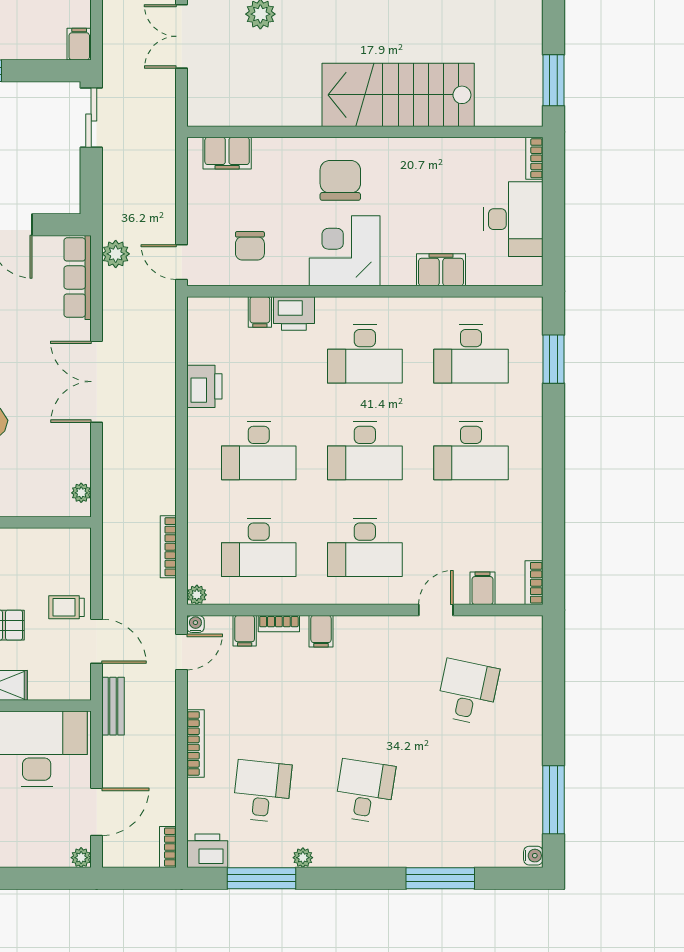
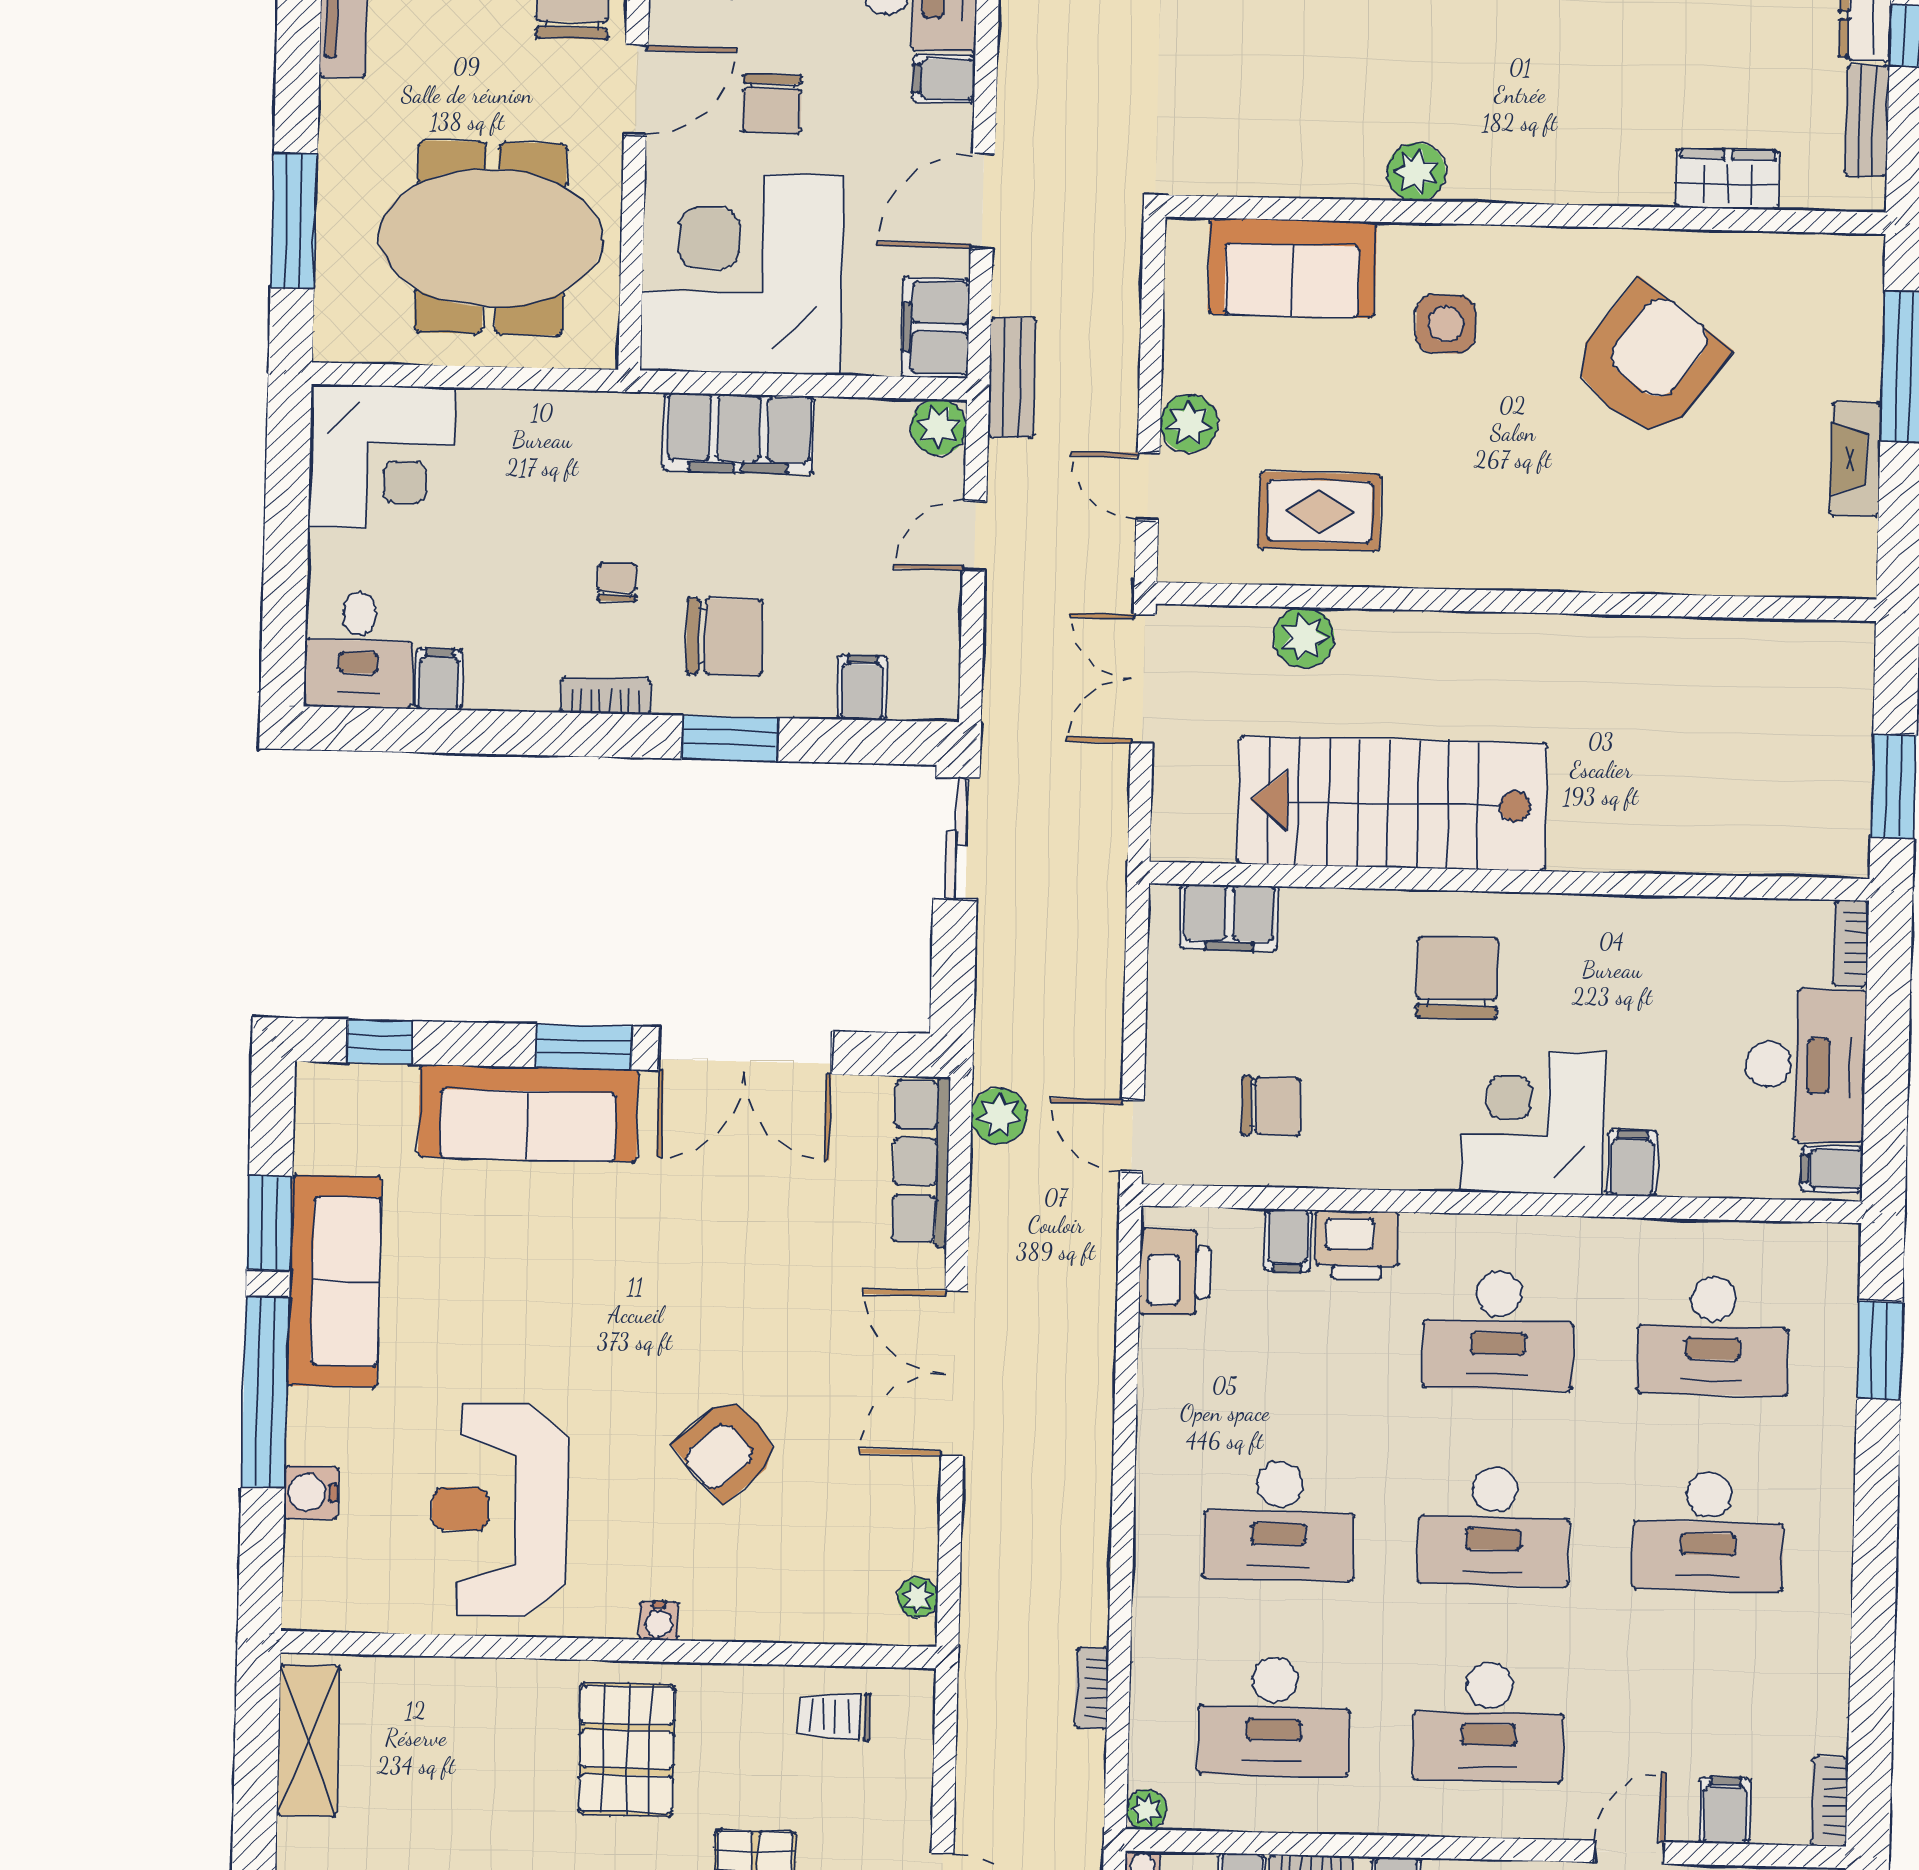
filing cabinet: (79, 44) -> (862, 688), moved
stairs: (398, 95) -> (1392, 803), moved
chair: (250, 246) -> (1271, 1106), turned -90
corner desk: (345, 251) -> (1533, 1122), moved
filing cabinet: (441, 270) -> (1632, 1163), width x0.50
filing cabinet: (528, 270) -> (1832, 1169), added
printer: (204, 386) -> (1175, 1272), moved
bookcase: (168, 547) -> (1092, 1688), width x0.64
trolley: (66, 607) -> (834, 1716), moved

